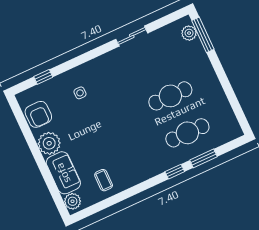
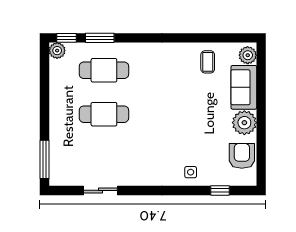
plant: (189, 33) -> (57, 51), moved
sliding door: (132, 36) -> (100, 190), moved
side table: (80, 93) -> (191, 172), moved
window: (175, 172) -> (67, 38), moved

